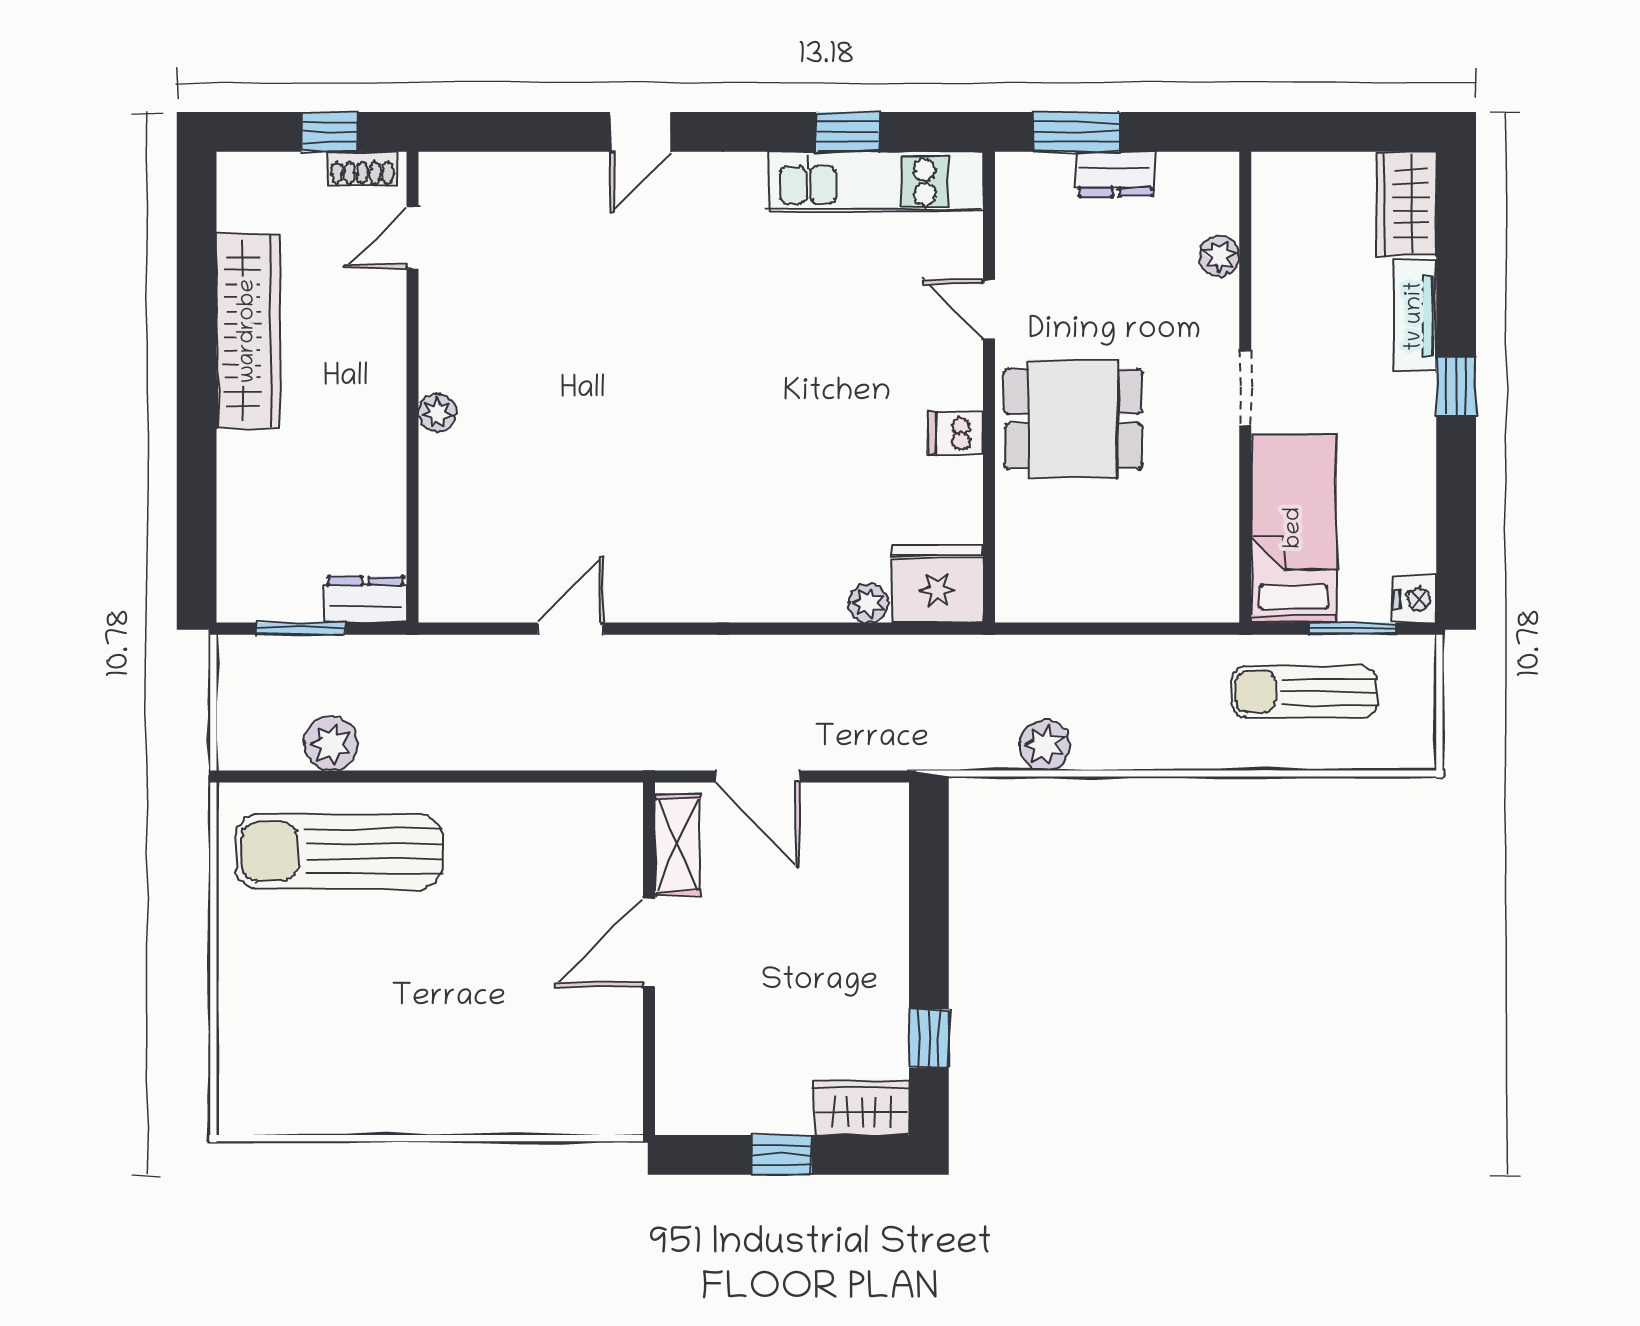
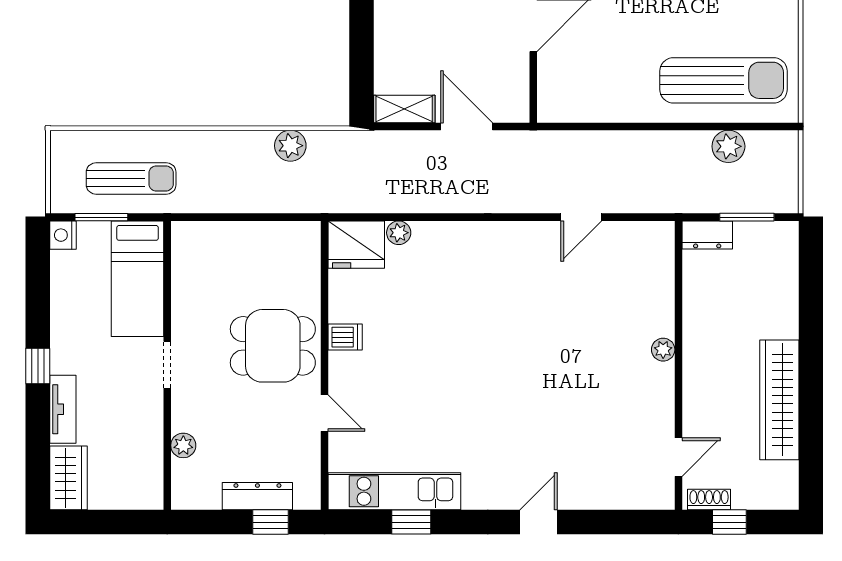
window: (1077, 132) -> (271, 522), width x0.67
dresser: (1116, 174) -> (257, 496), width x1.44
shelving: (677, 845) -> (404, 109), moved, turned 90

